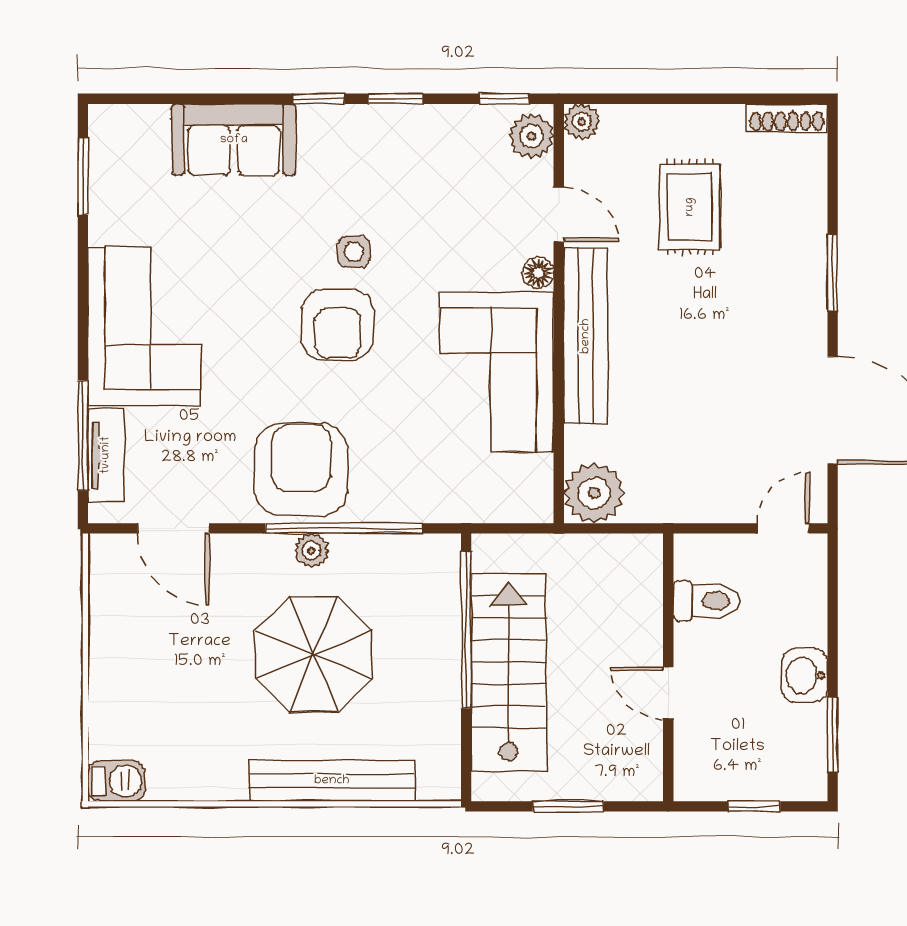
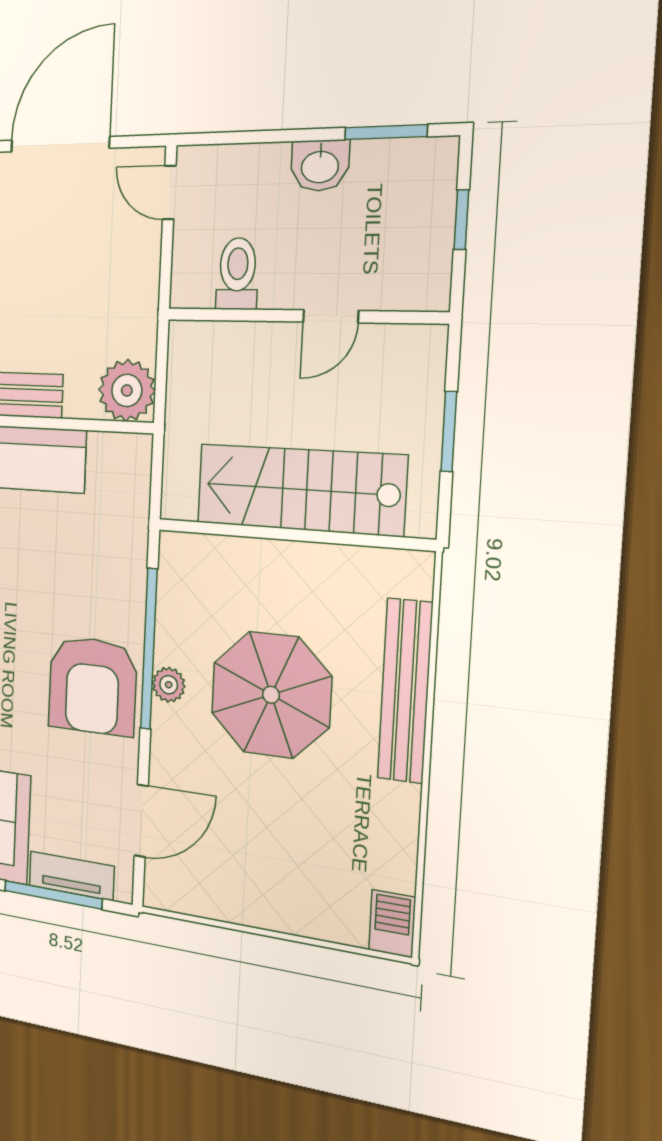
armchair: (301, 469) -> (92, 686), turned -90
window: (466, 630) -> (254, 532), removed

